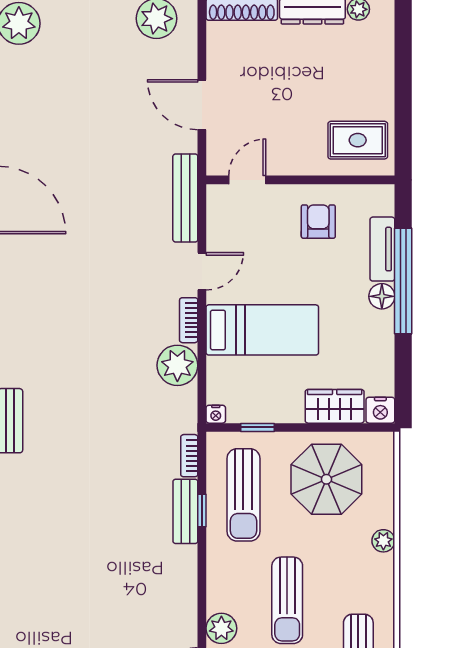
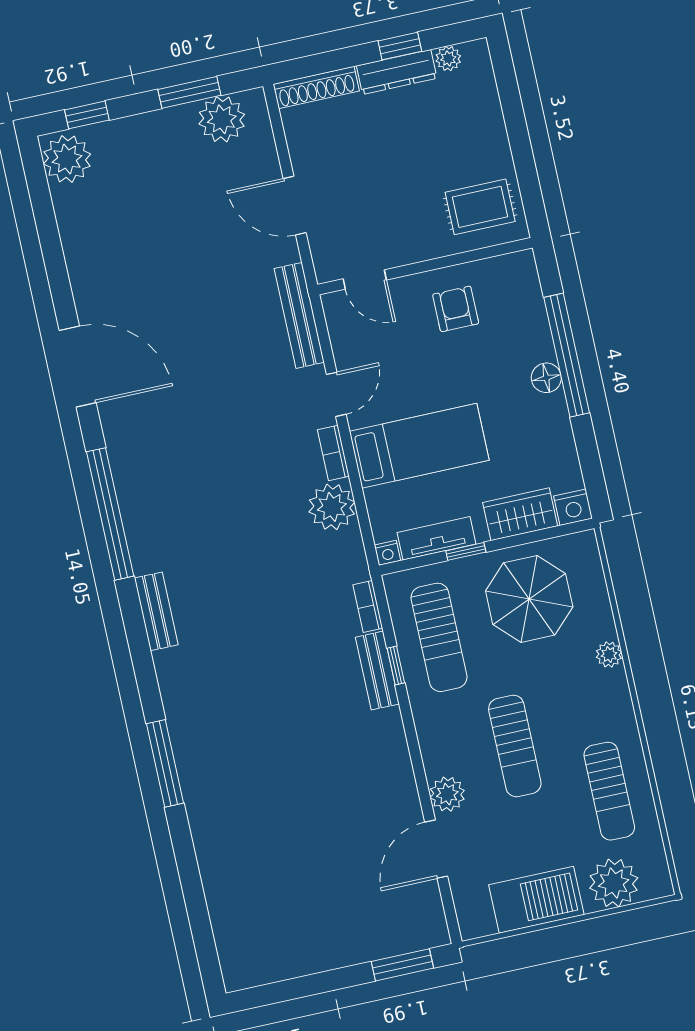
door: (247, 180) -> (365, 279), swing flipped
tv unit: (382, 249) -> (436, 538), moved, turned 90
window: (258, 427) -> (466, 551), moved

